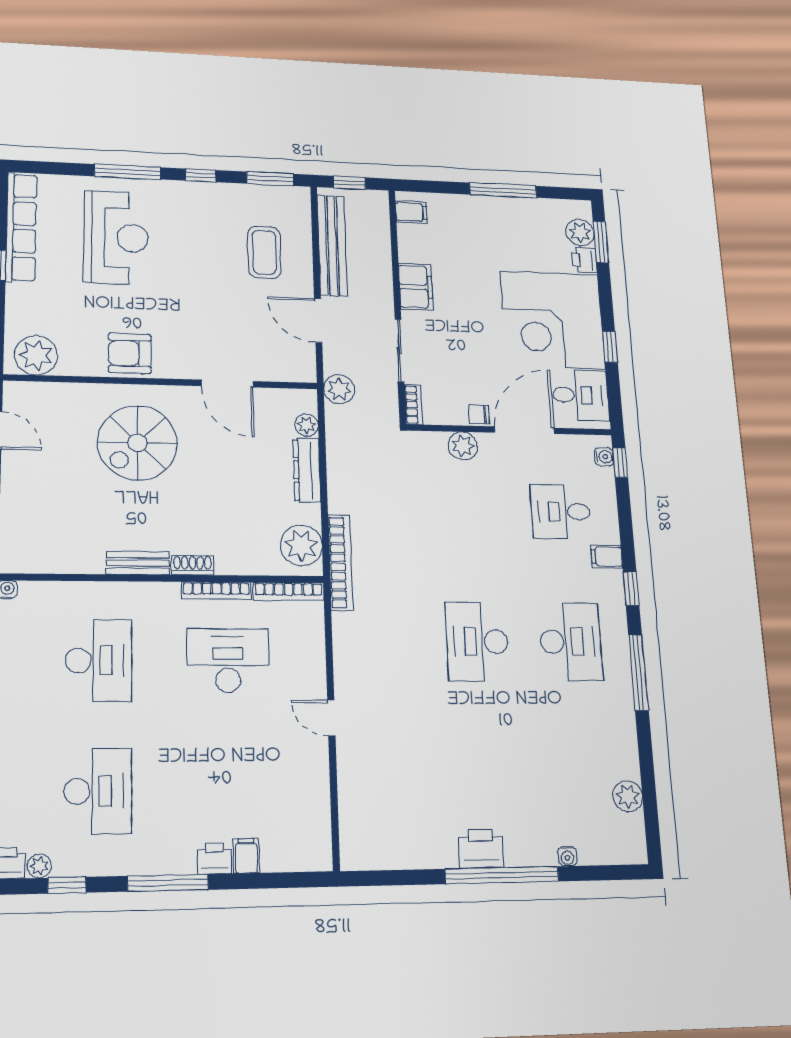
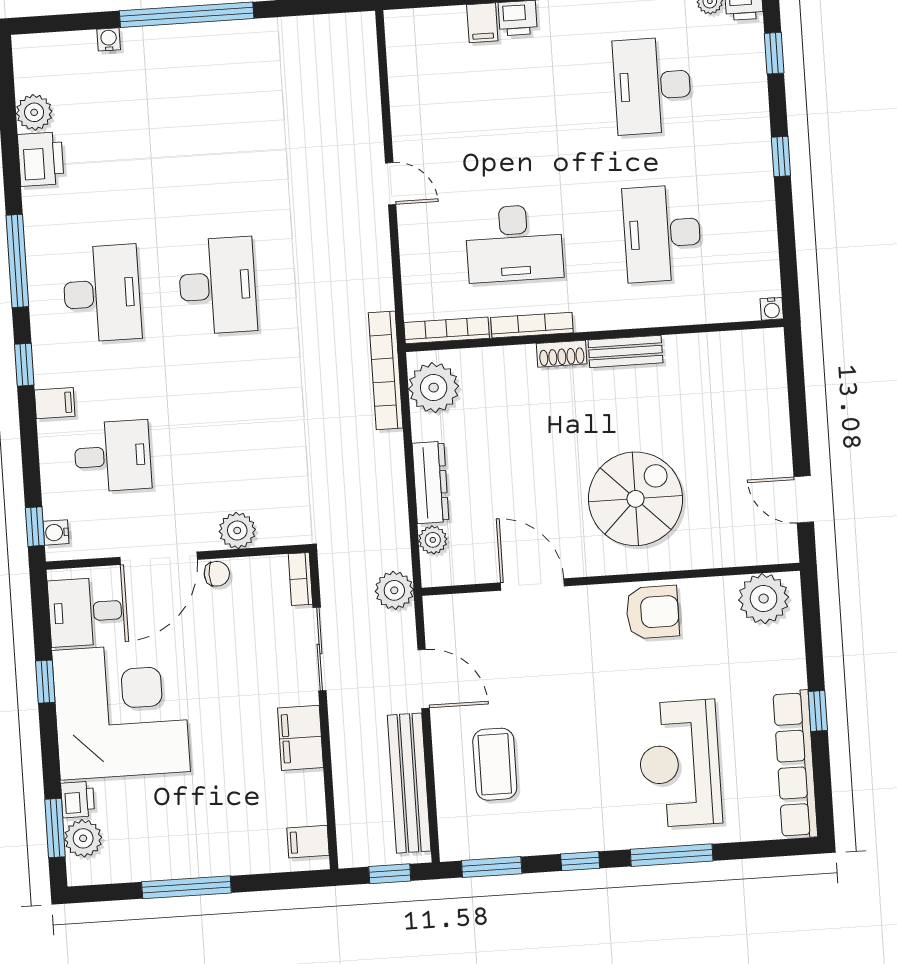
desk: (571, 642) -> (102, 293), turned 180
printer: (481, 849) -> (41, 159), moved, turned -90

